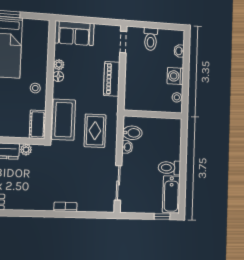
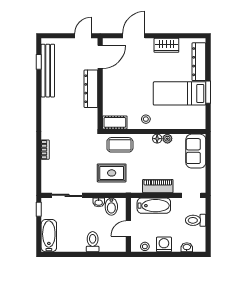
bathtub: (133, 85) -> (154, 206), added
door: (157, 115) -> (128, 229), added
coffee table: (64, 120) -> (120, 145), width x0.73, depth x0.76
plant: (26, 150) -> (93, 114), removed
toilet: (169, 168) -> (93, 242), moved
bathtub: (171, 194) -> (49, 236), moved, turned 90
window: (162, 217) -> (39, 209), moved

